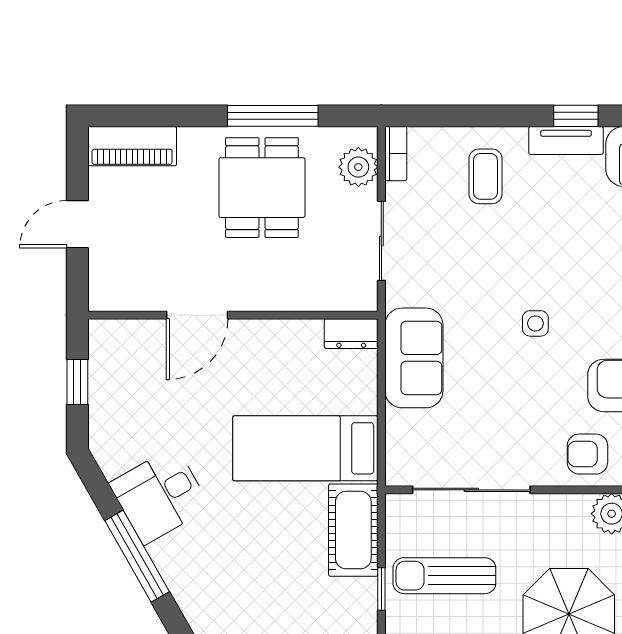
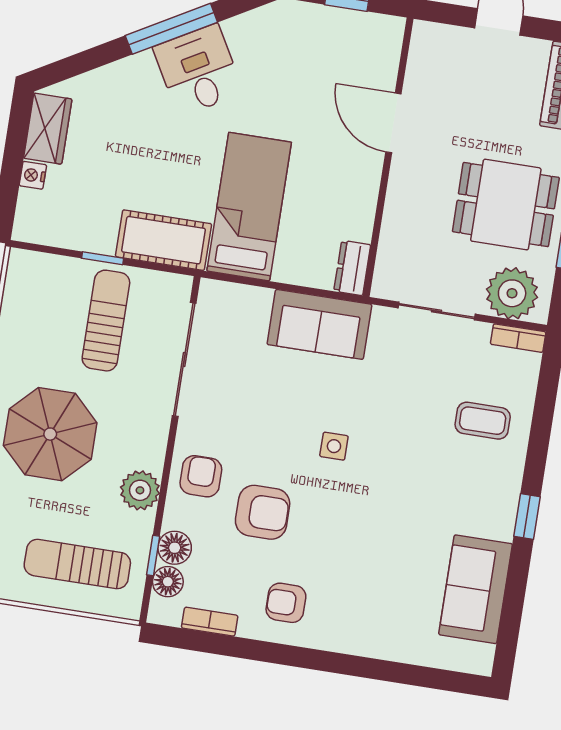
tv unit: (566, 140) -> (505, 503), removed
plant: (358, 167) -> (512, 293), width x1.36, depth x1.36
desk: (160, 495) -> (198, 70), moved

